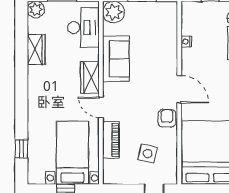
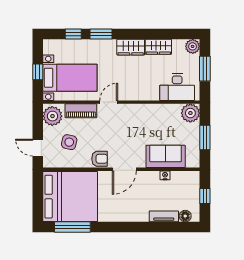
sofa: (116, 59) -> (166, 156), moved, turned 180
wardrobe: (90, 78) -> (131, 47), moved, turned 180
window: (21, 116) -> (101, 34), added
plant: (117, 173) -> (52, 116), added

